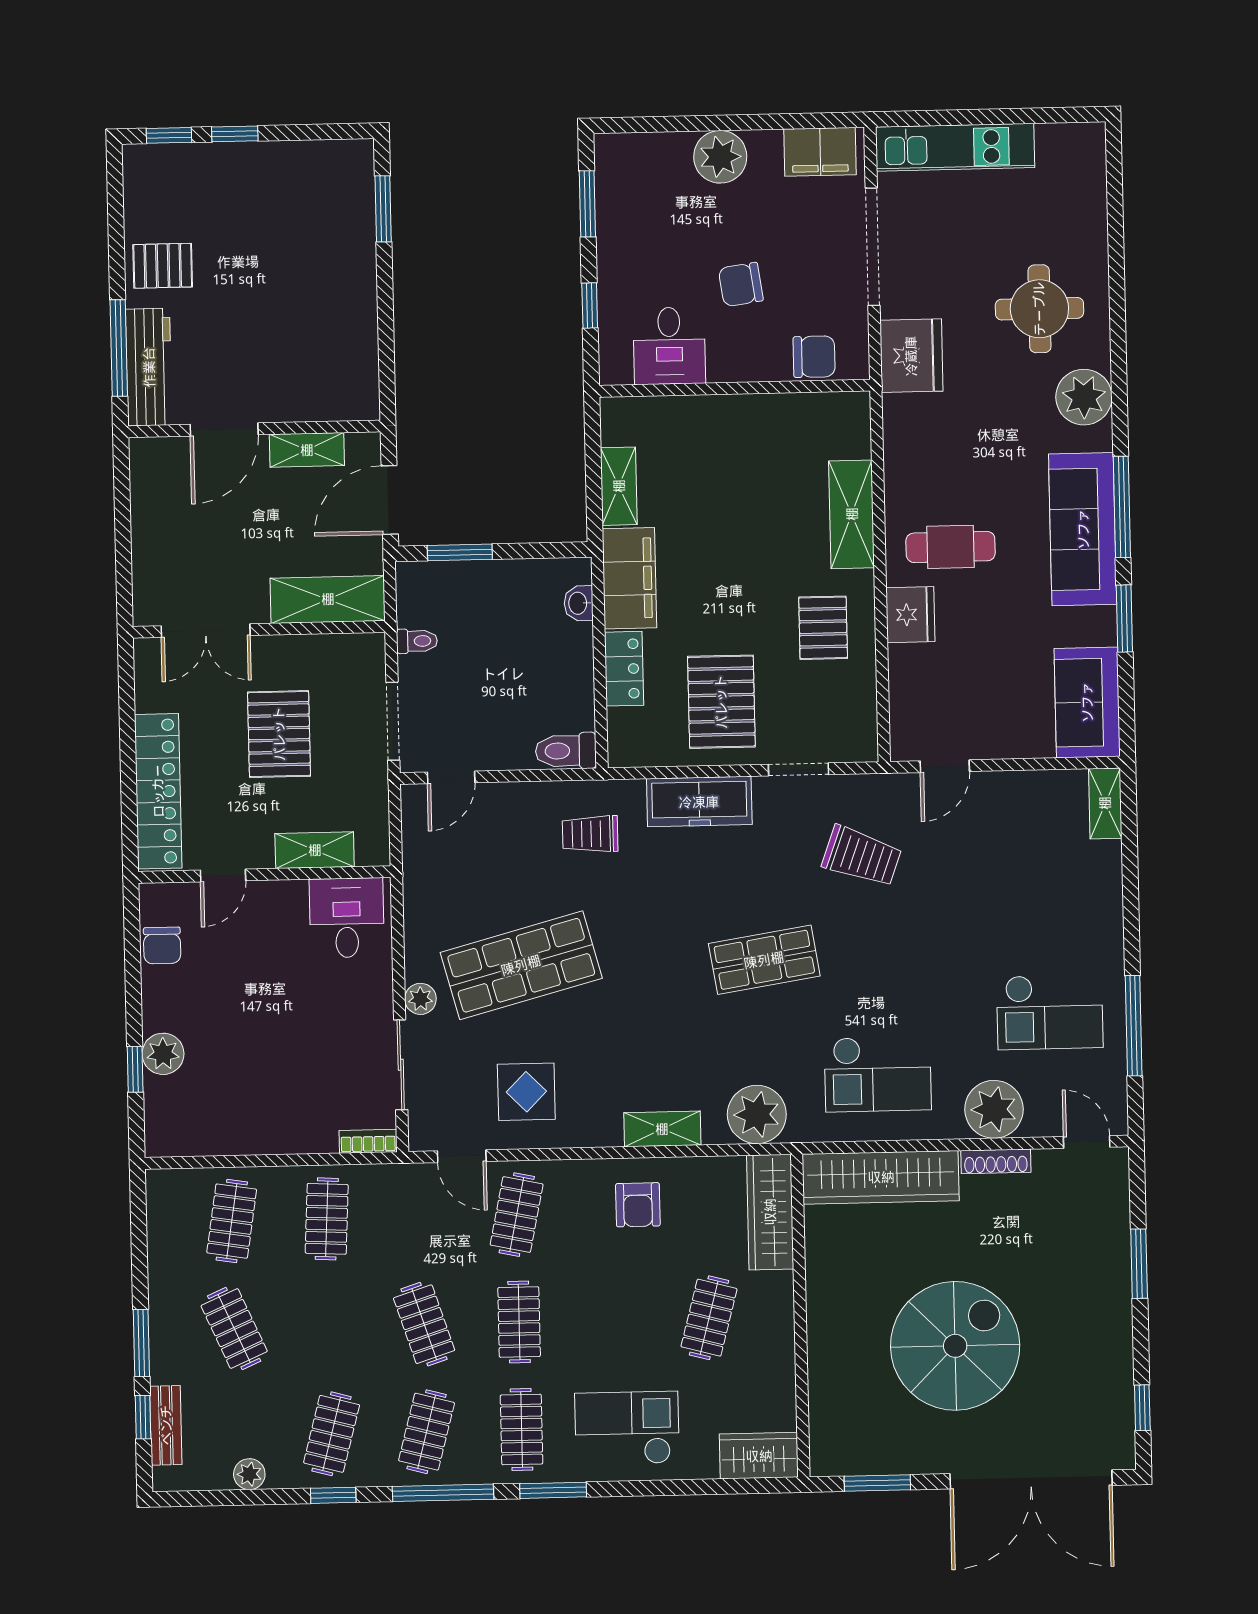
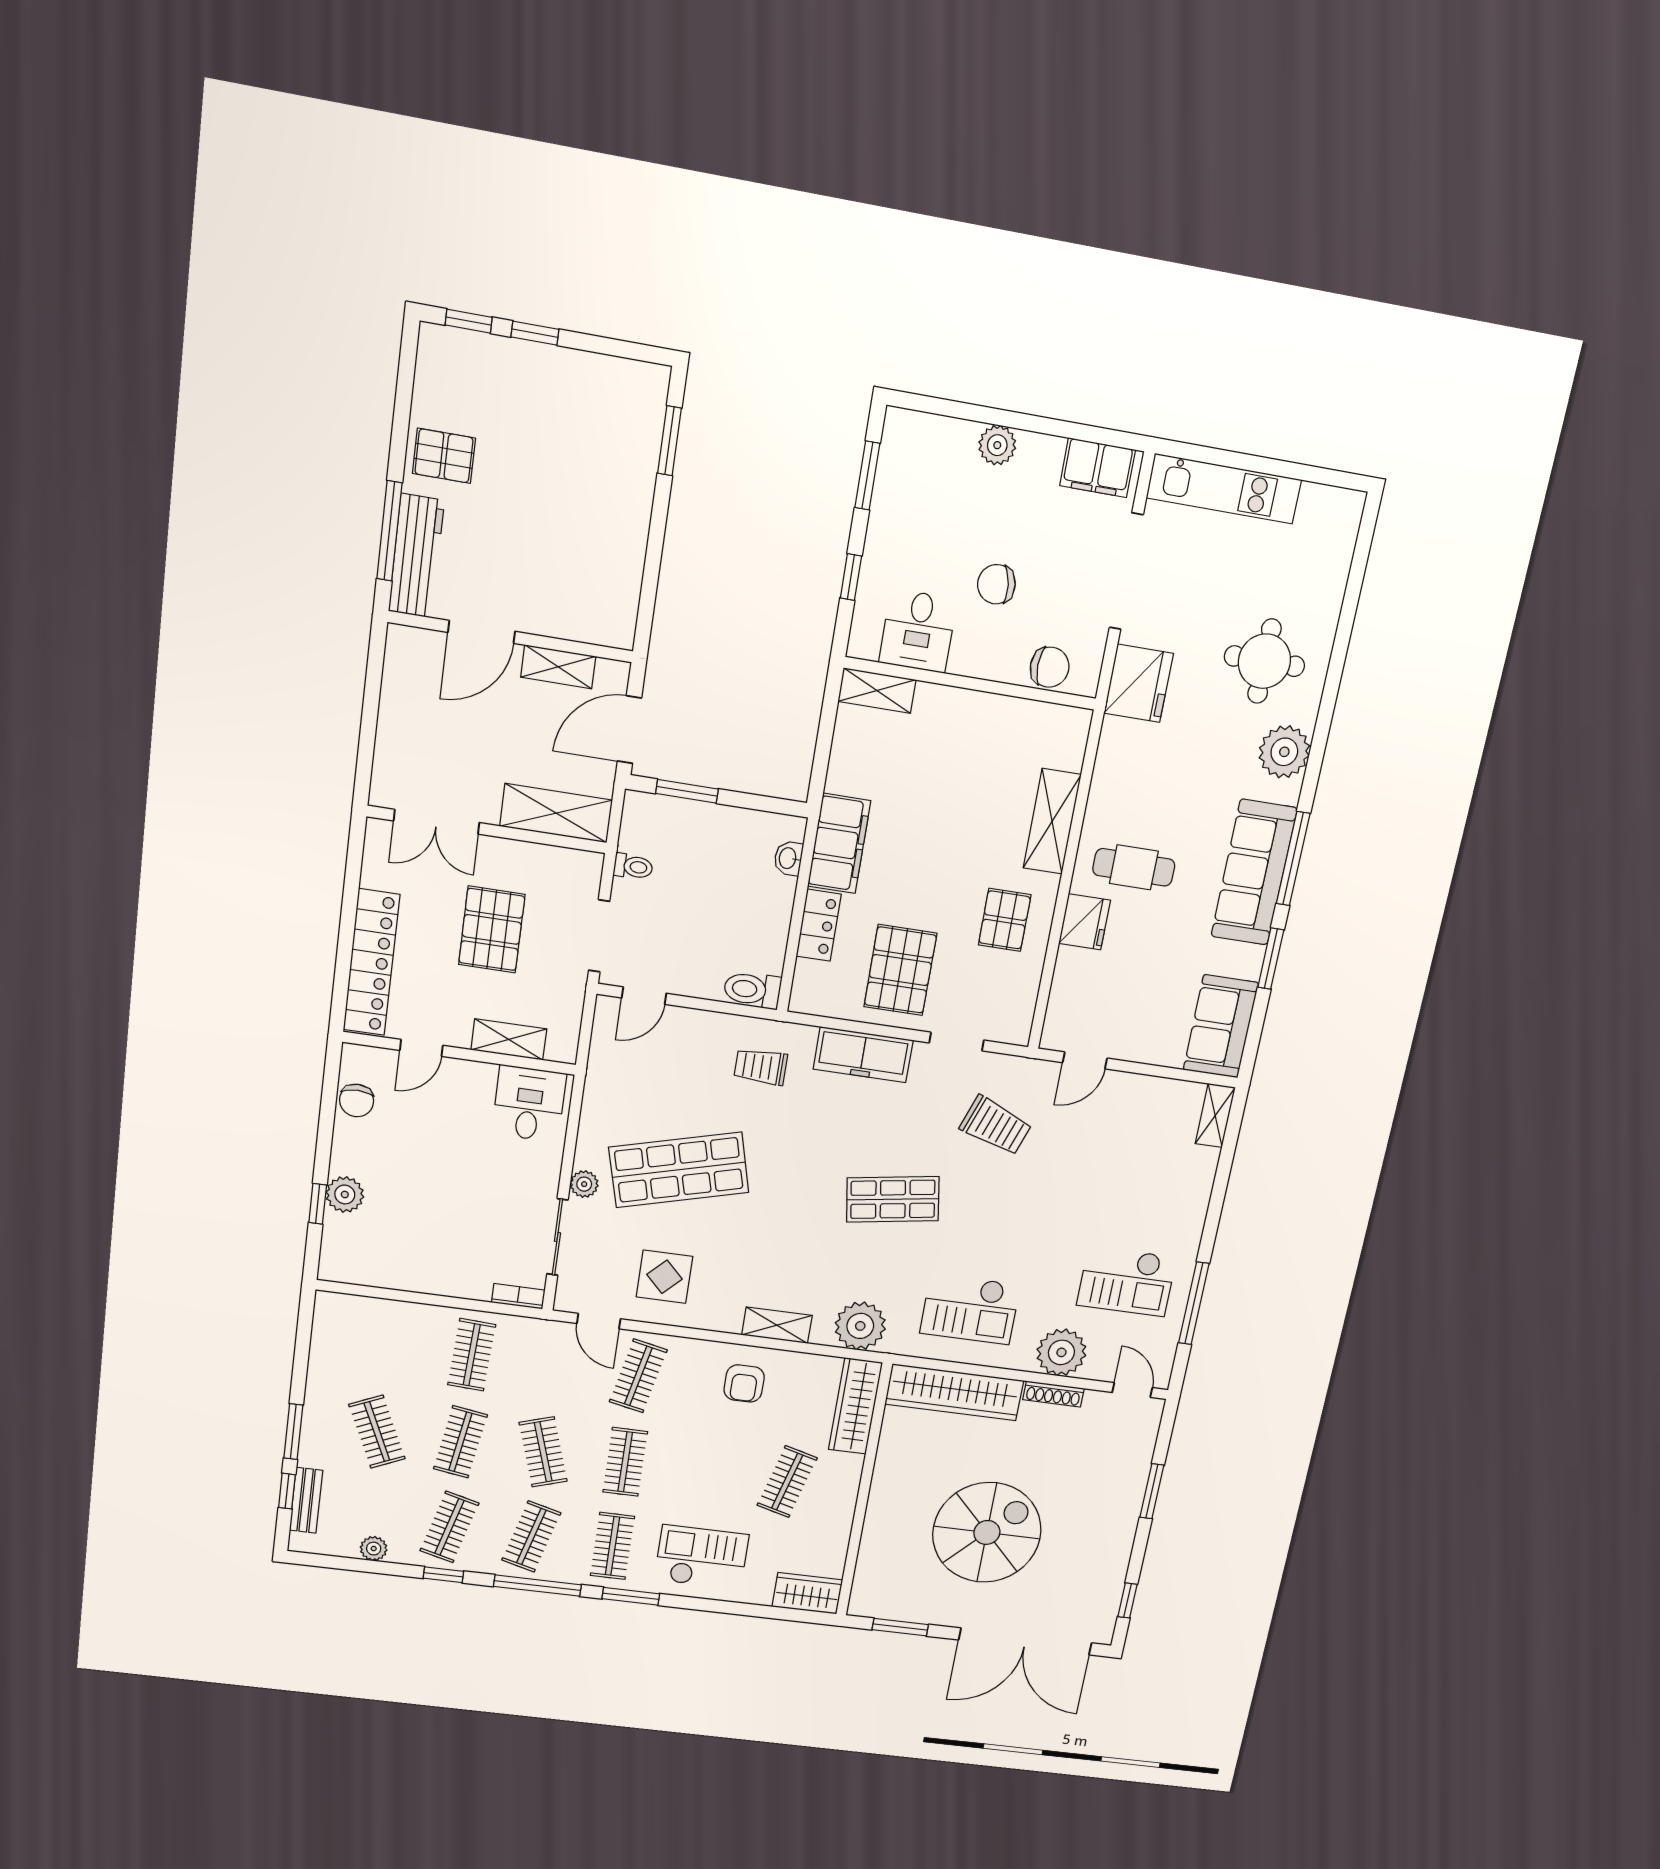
plant: (720, 157) -> (997, 445), width x0.73, depth x0.73
shelving: (619, 486) -> (877, 691), moved, turned 90
clothes rail: (232, 1221) -> (460, 1442), moved

